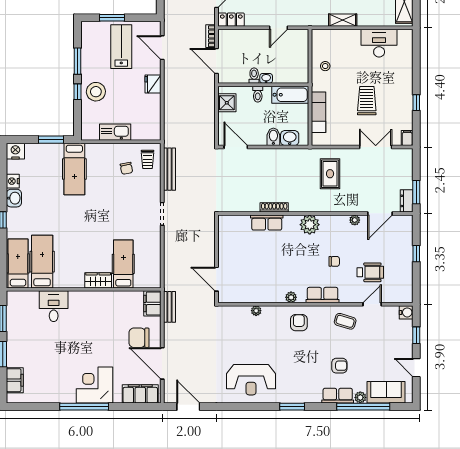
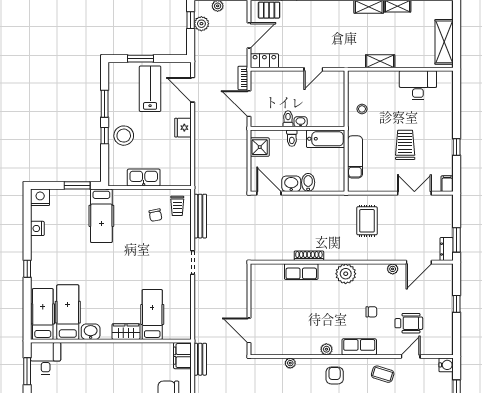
washbasin: (290, 138) -> (291, 184), moved
washbasin: (14, 198) -> (91, 332), moved, turned -90
desk: (54, 306) -> (46, 358), moved

